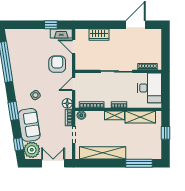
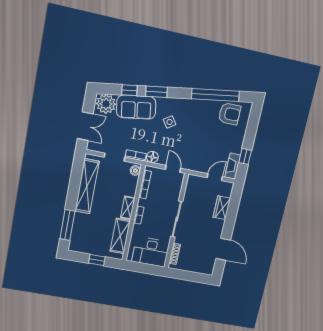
armchair: (57, 64) -> (230, 114), moved
window: (19, 144) -> (129, 90), moved

